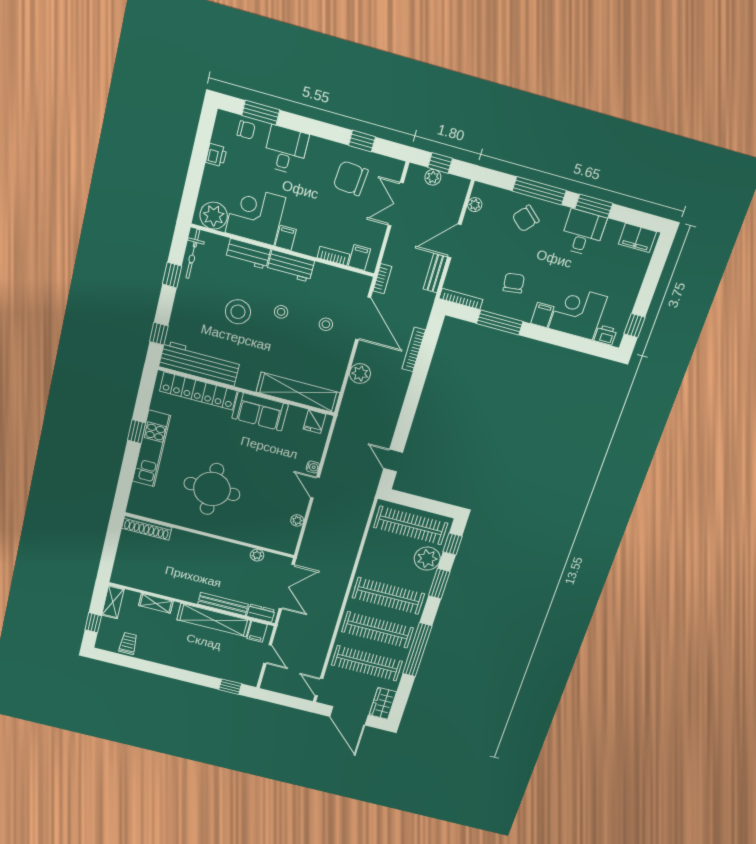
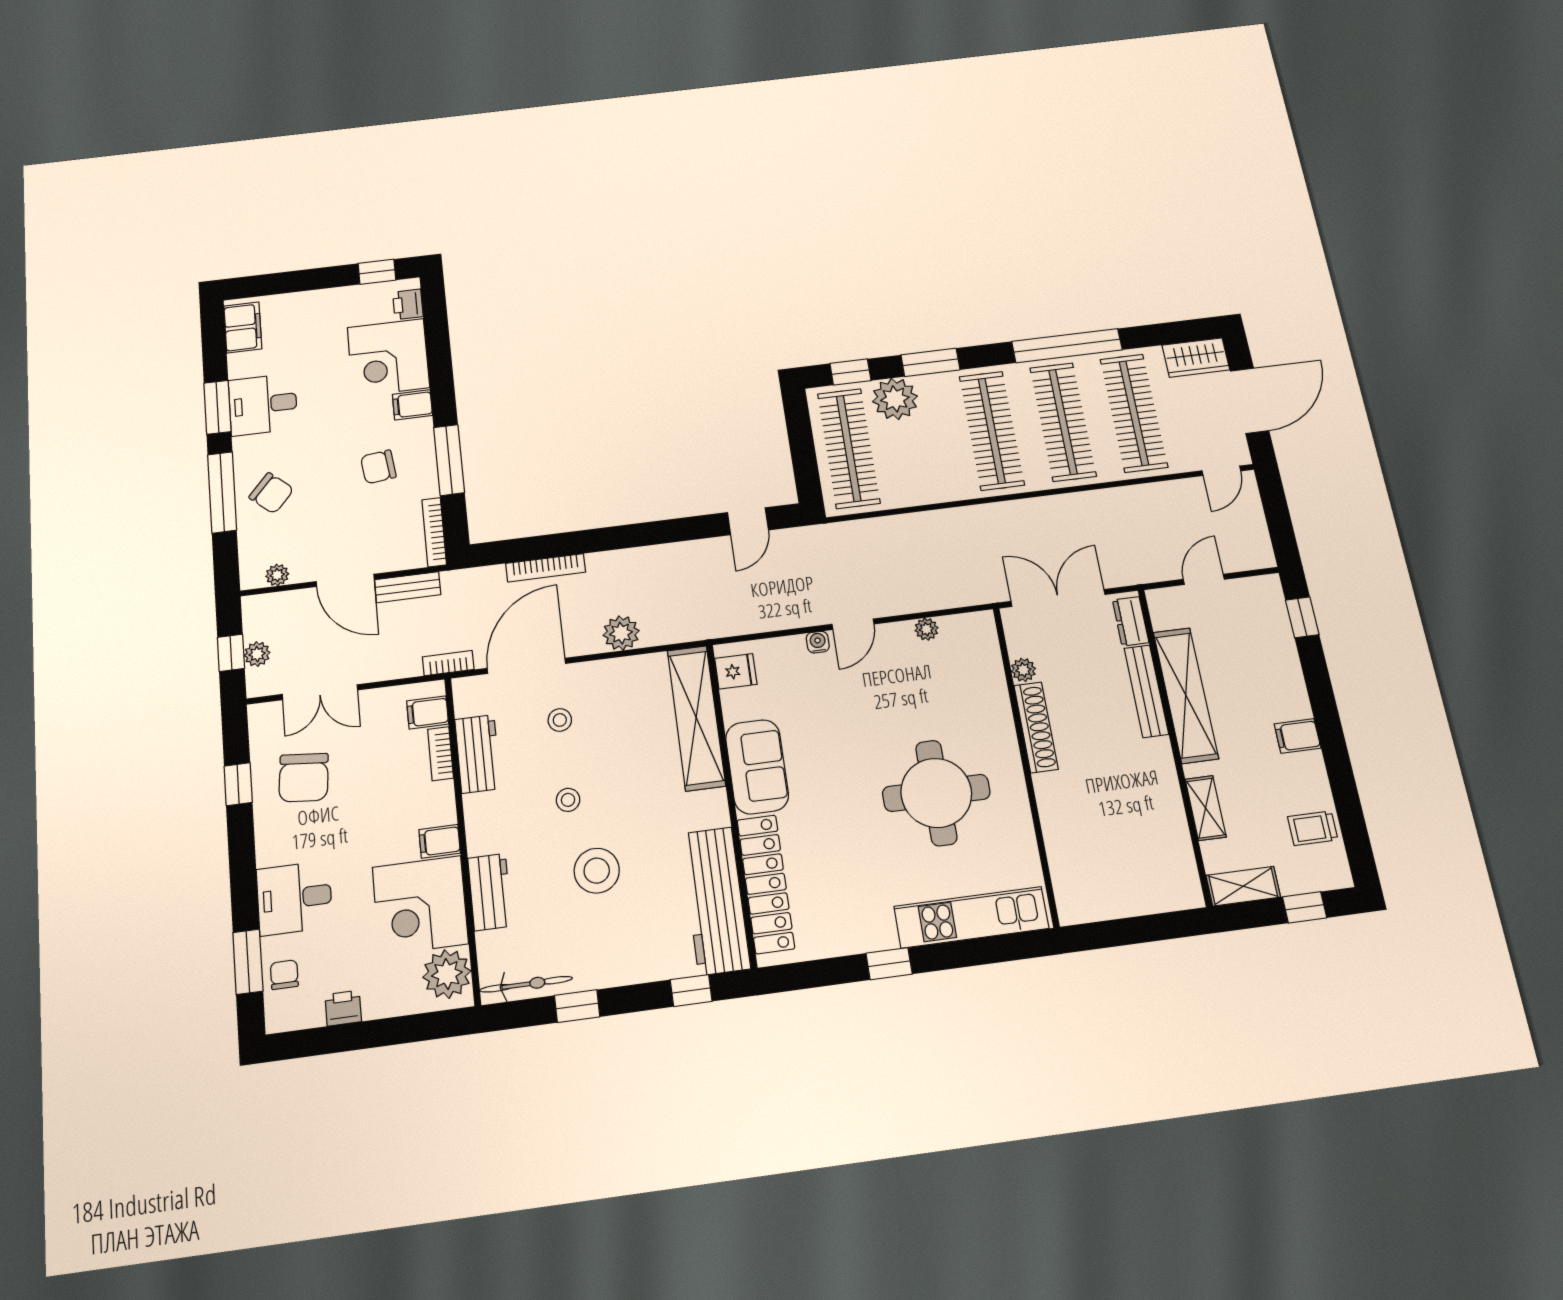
workbench: (291, 266) -> (478, 754), moved
kitchen unit: (151, 449) -> (971, 917), moved
shoe rack: (147, 528) -> (1036, 727), moved
filing cabinet: (257, 632) -> (1298, 736), moved, turned 180

